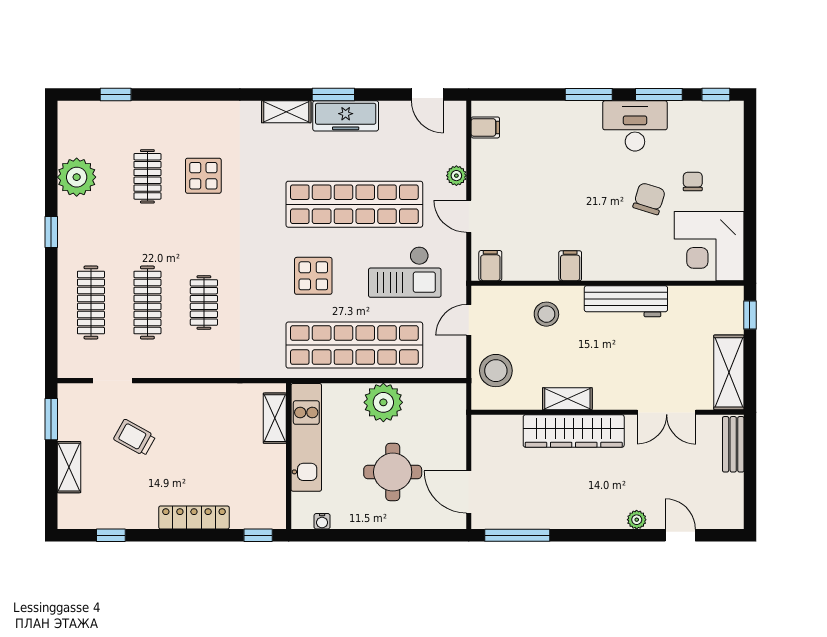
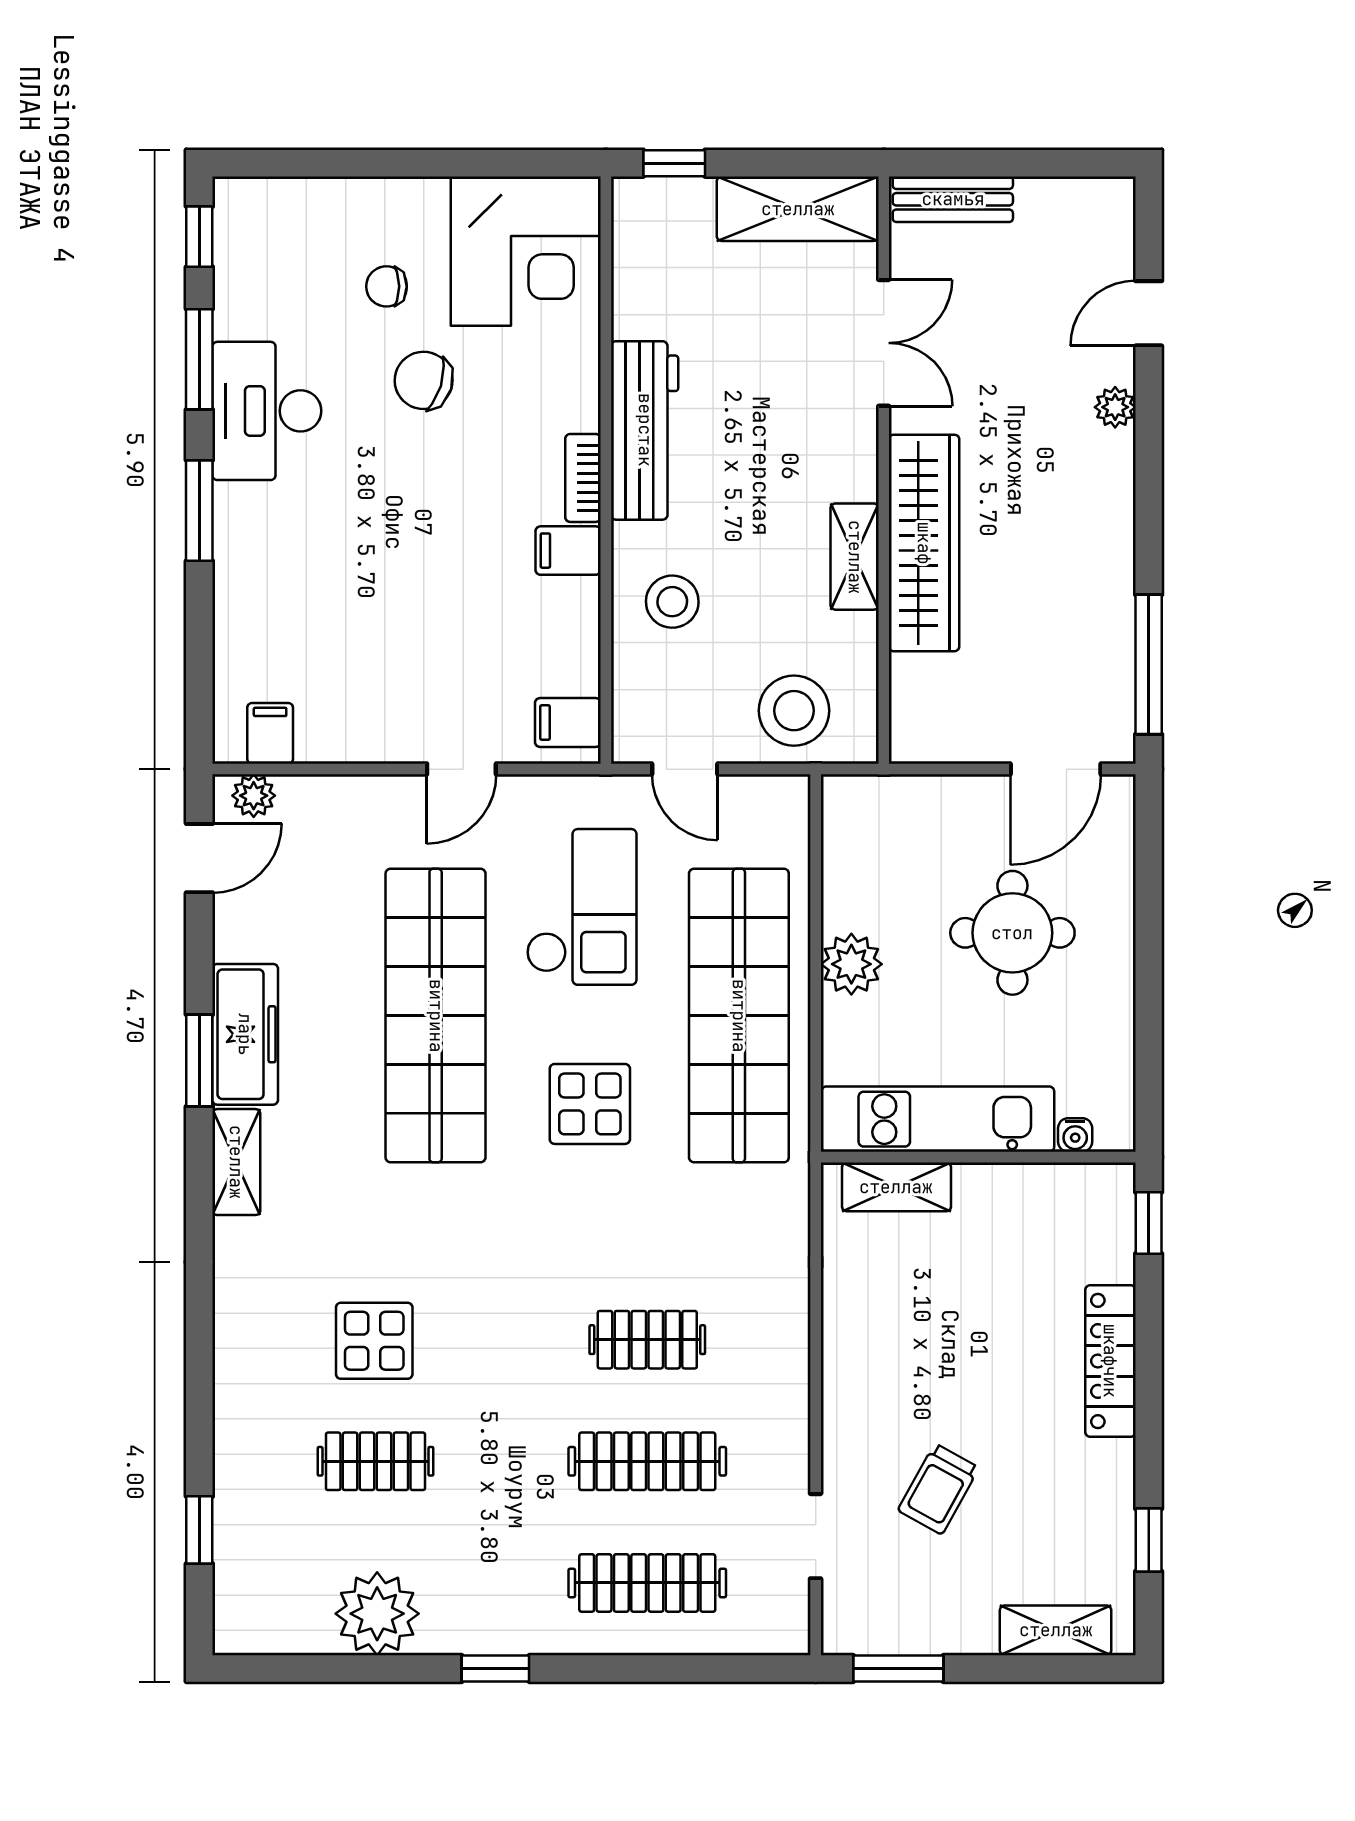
plant: (456, 176) -> (254, 796), moved
bookcase: (604, 273) -> (583, 478), added
plant: (383, 402) -> (851, 964), width x0.73, depth x0.73
shelving: (69, 467) -> (1056, 1630), moved
water cooler: (322, 521) -> (1075, 1135), moved, turned 90

